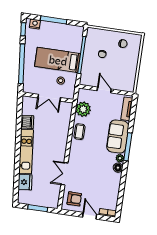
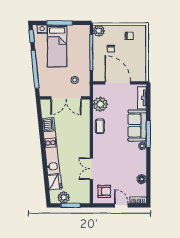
plant: (93, 34) -> (99, 31), added
bed: (58, 60) -> (57, 46), moved, turned -90
door: (104, 90) -> (118, 83), width x1.88
double door: (49, 98) -> (66, 98), width x1.37
floor lamp: (118, 168) -> (142, 179), moved
plant: (32, 199) -> (64, 197), added

